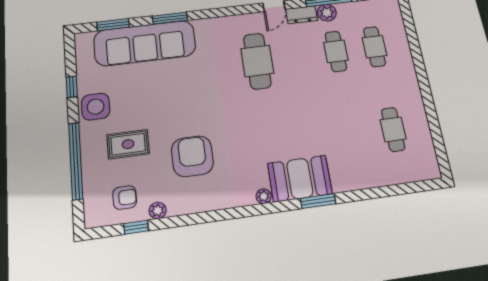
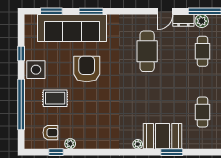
cafe table: (353, 135) -> (202, 112), added
armchair: (192, 156) -> (87, 69), moved

